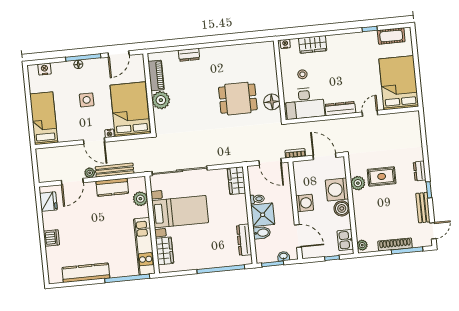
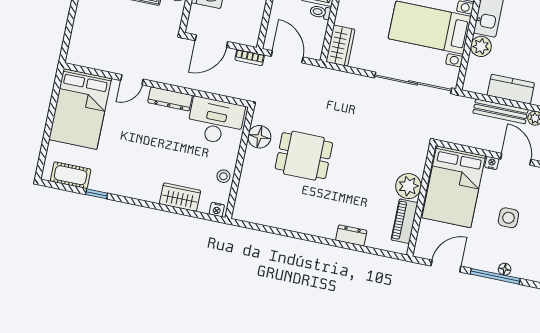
stool: (302, 74) -> (223, 176), moved
door: (324, 156) -> (211, 41), hinge flipped
plant: (140, 199) -> (481, 46), moved

